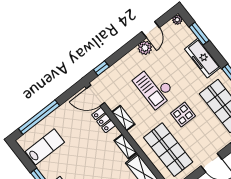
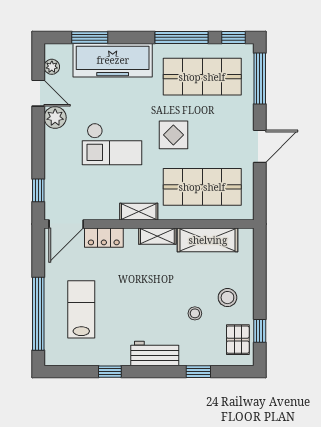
plant: (177, 20) -> (52, 67), moved
freezer: (203, 58) -> (113, 60), width x1.36, depth x1.26
shelving: (123, 118) -> (139, 212), moved
lab bench: (45, 147) -> (81, 309), moved

